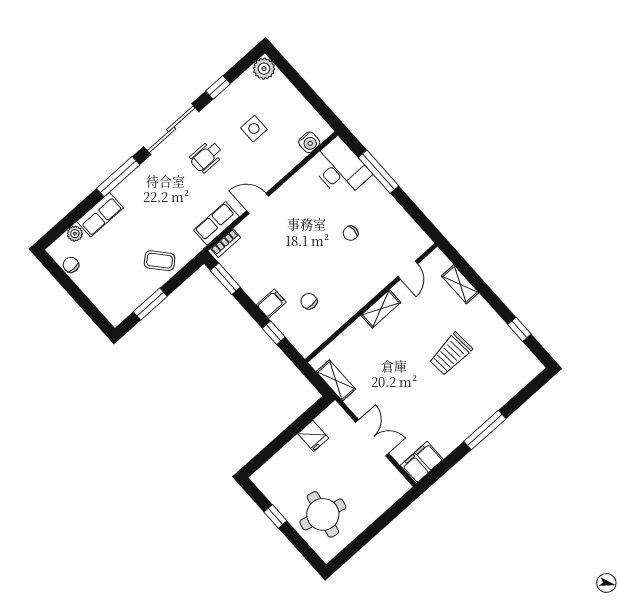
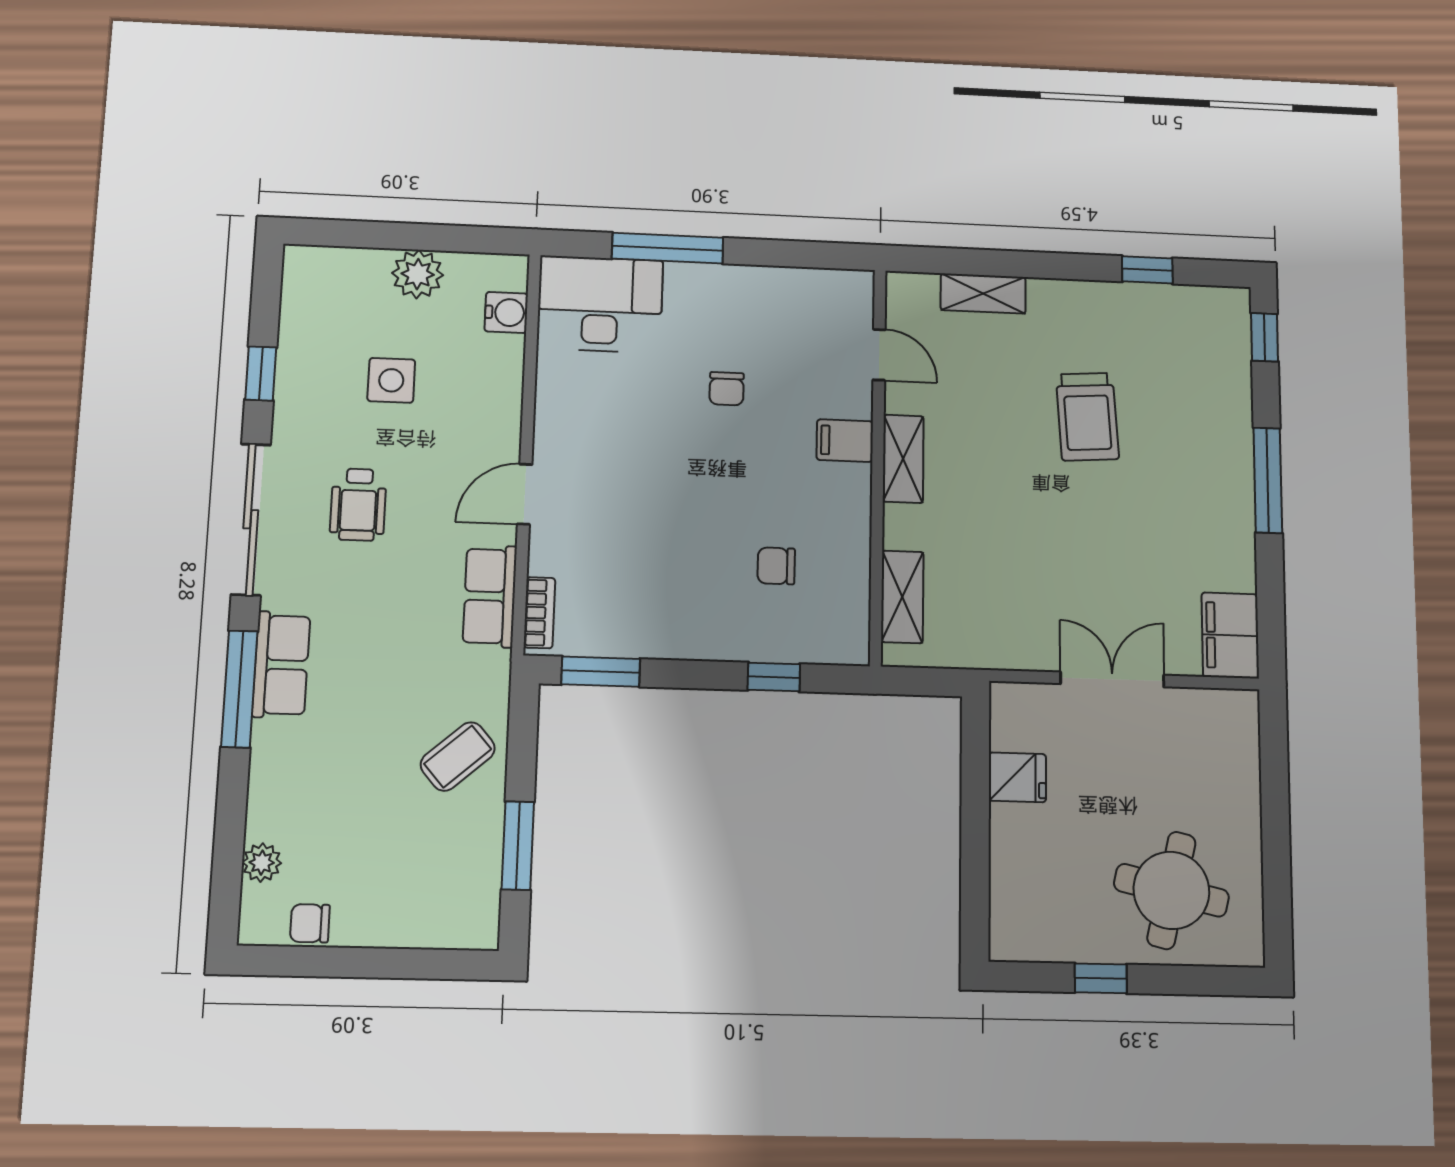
plant: (264, 69) -> (418, 274), moved
row of seats: (100, 215) -> (281, 665), moved
filing cabinet: (271, 304) -> (845, 441), moved, turned -90
shelving: (336, 380) -> (902, 597), moved, turned 90
window: (533, 387) -> (1265, 337), added

